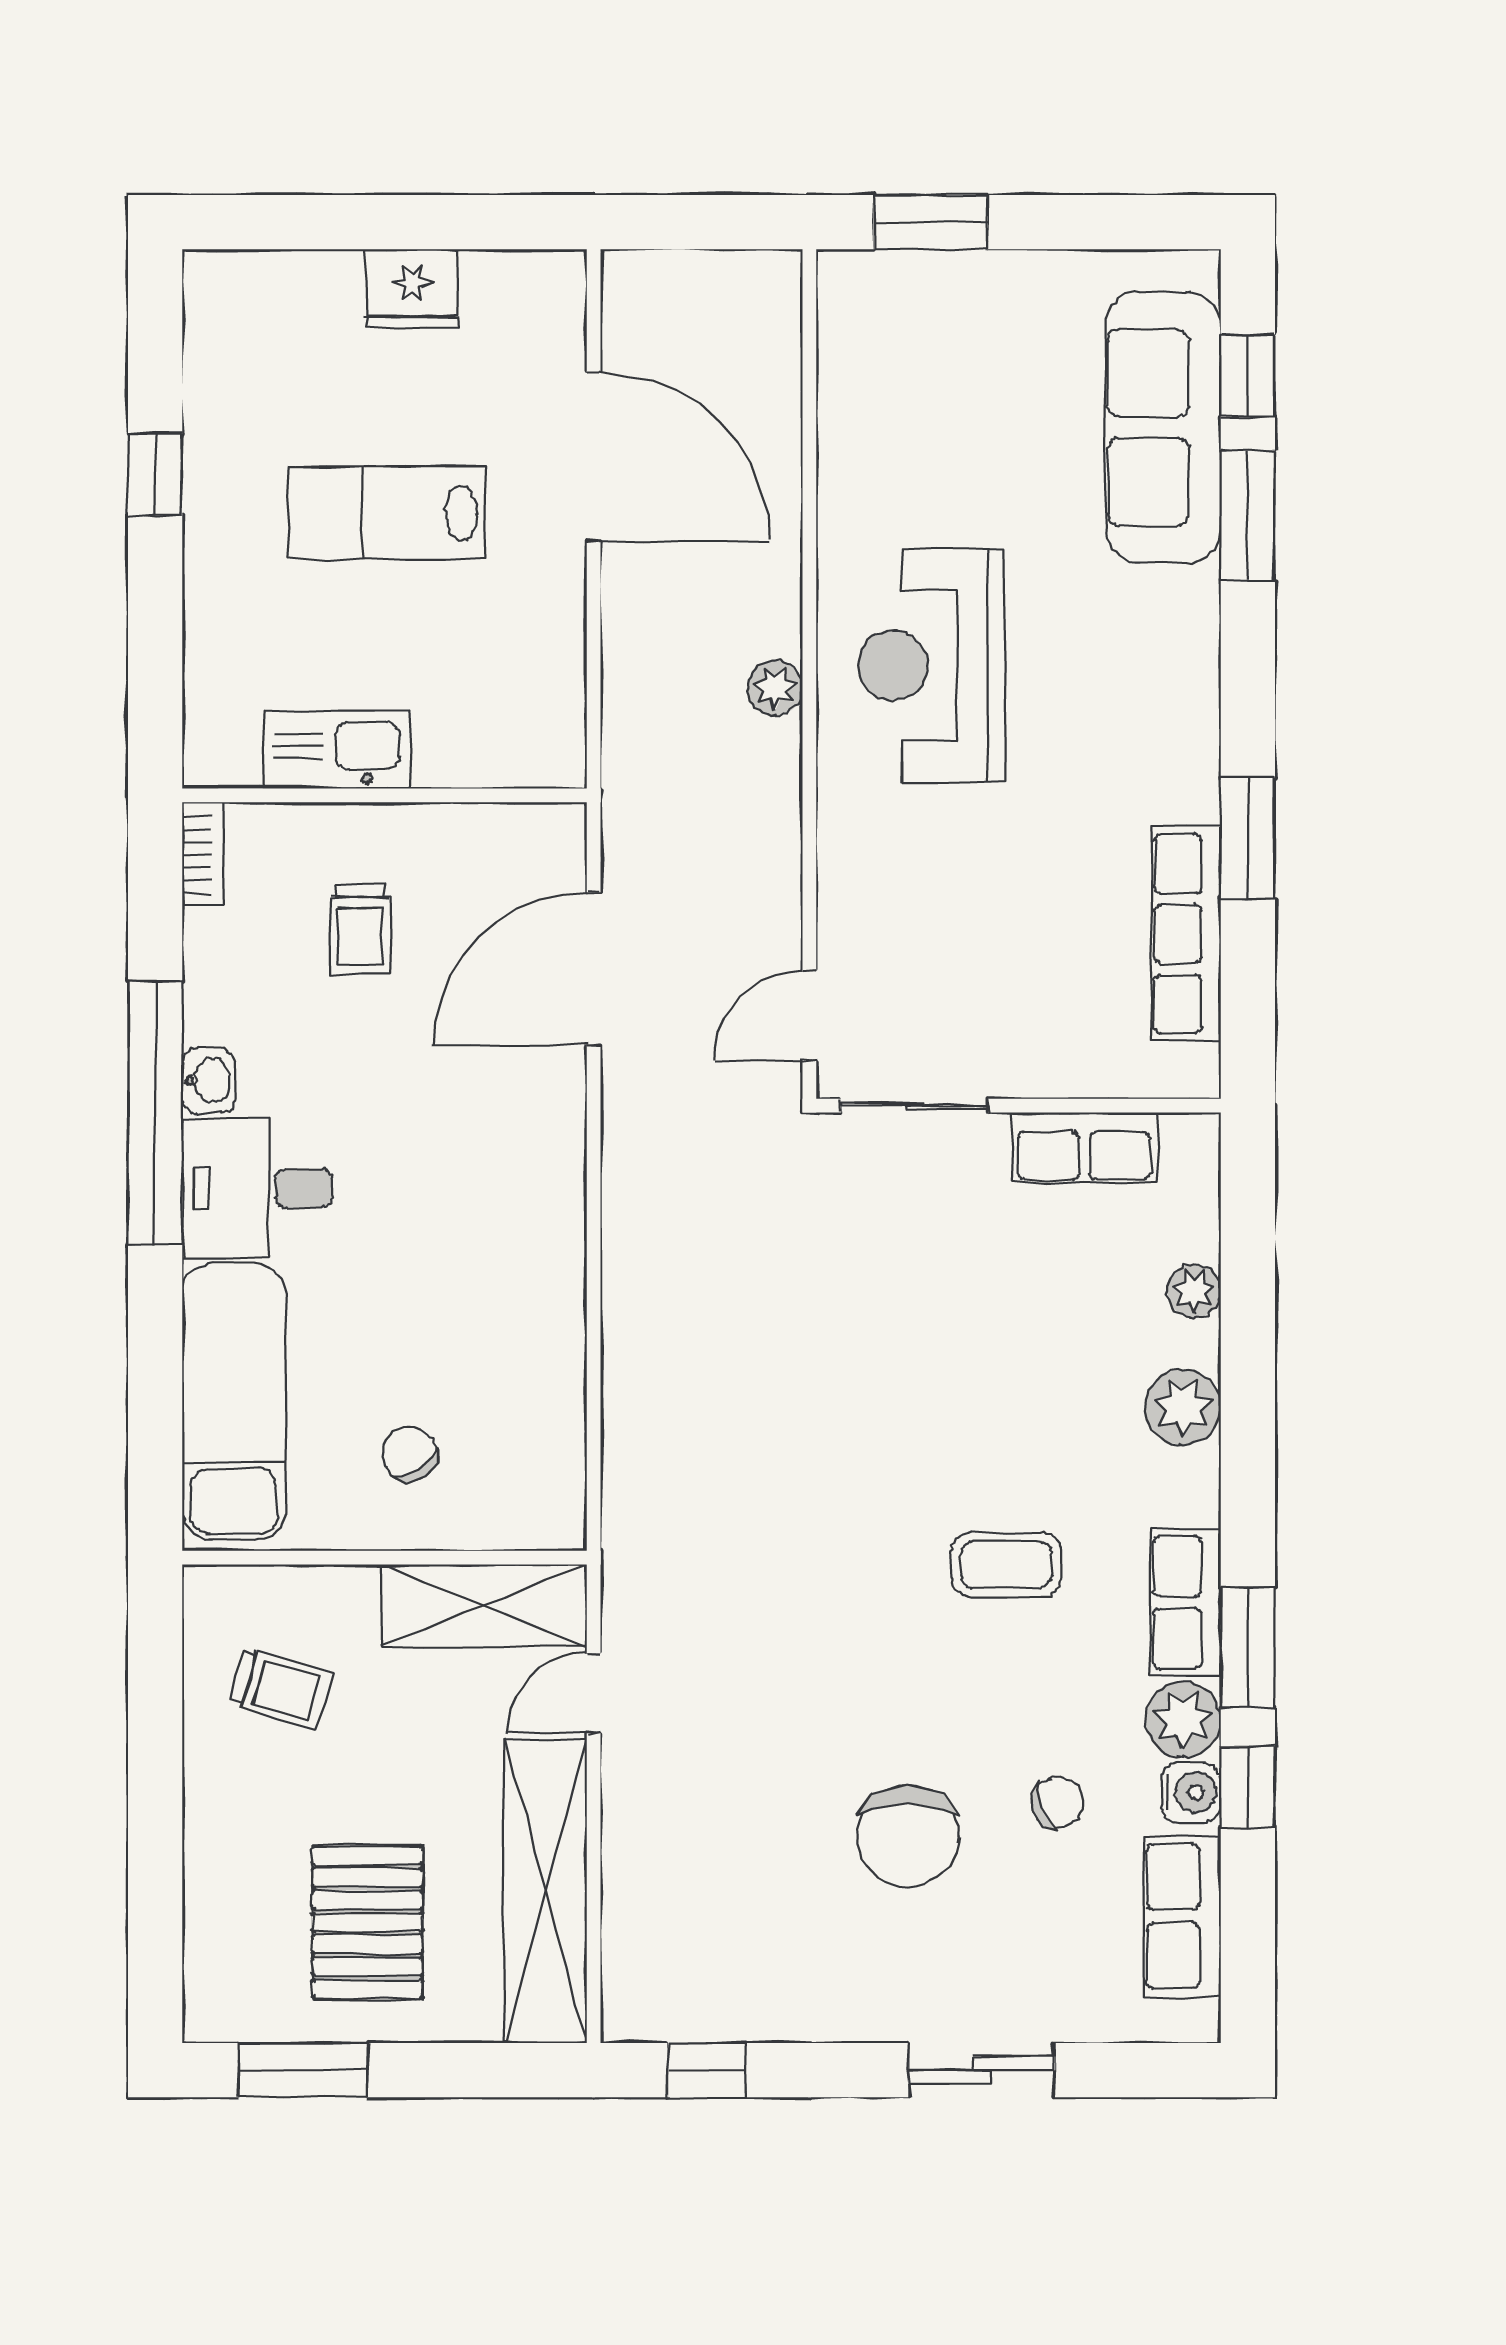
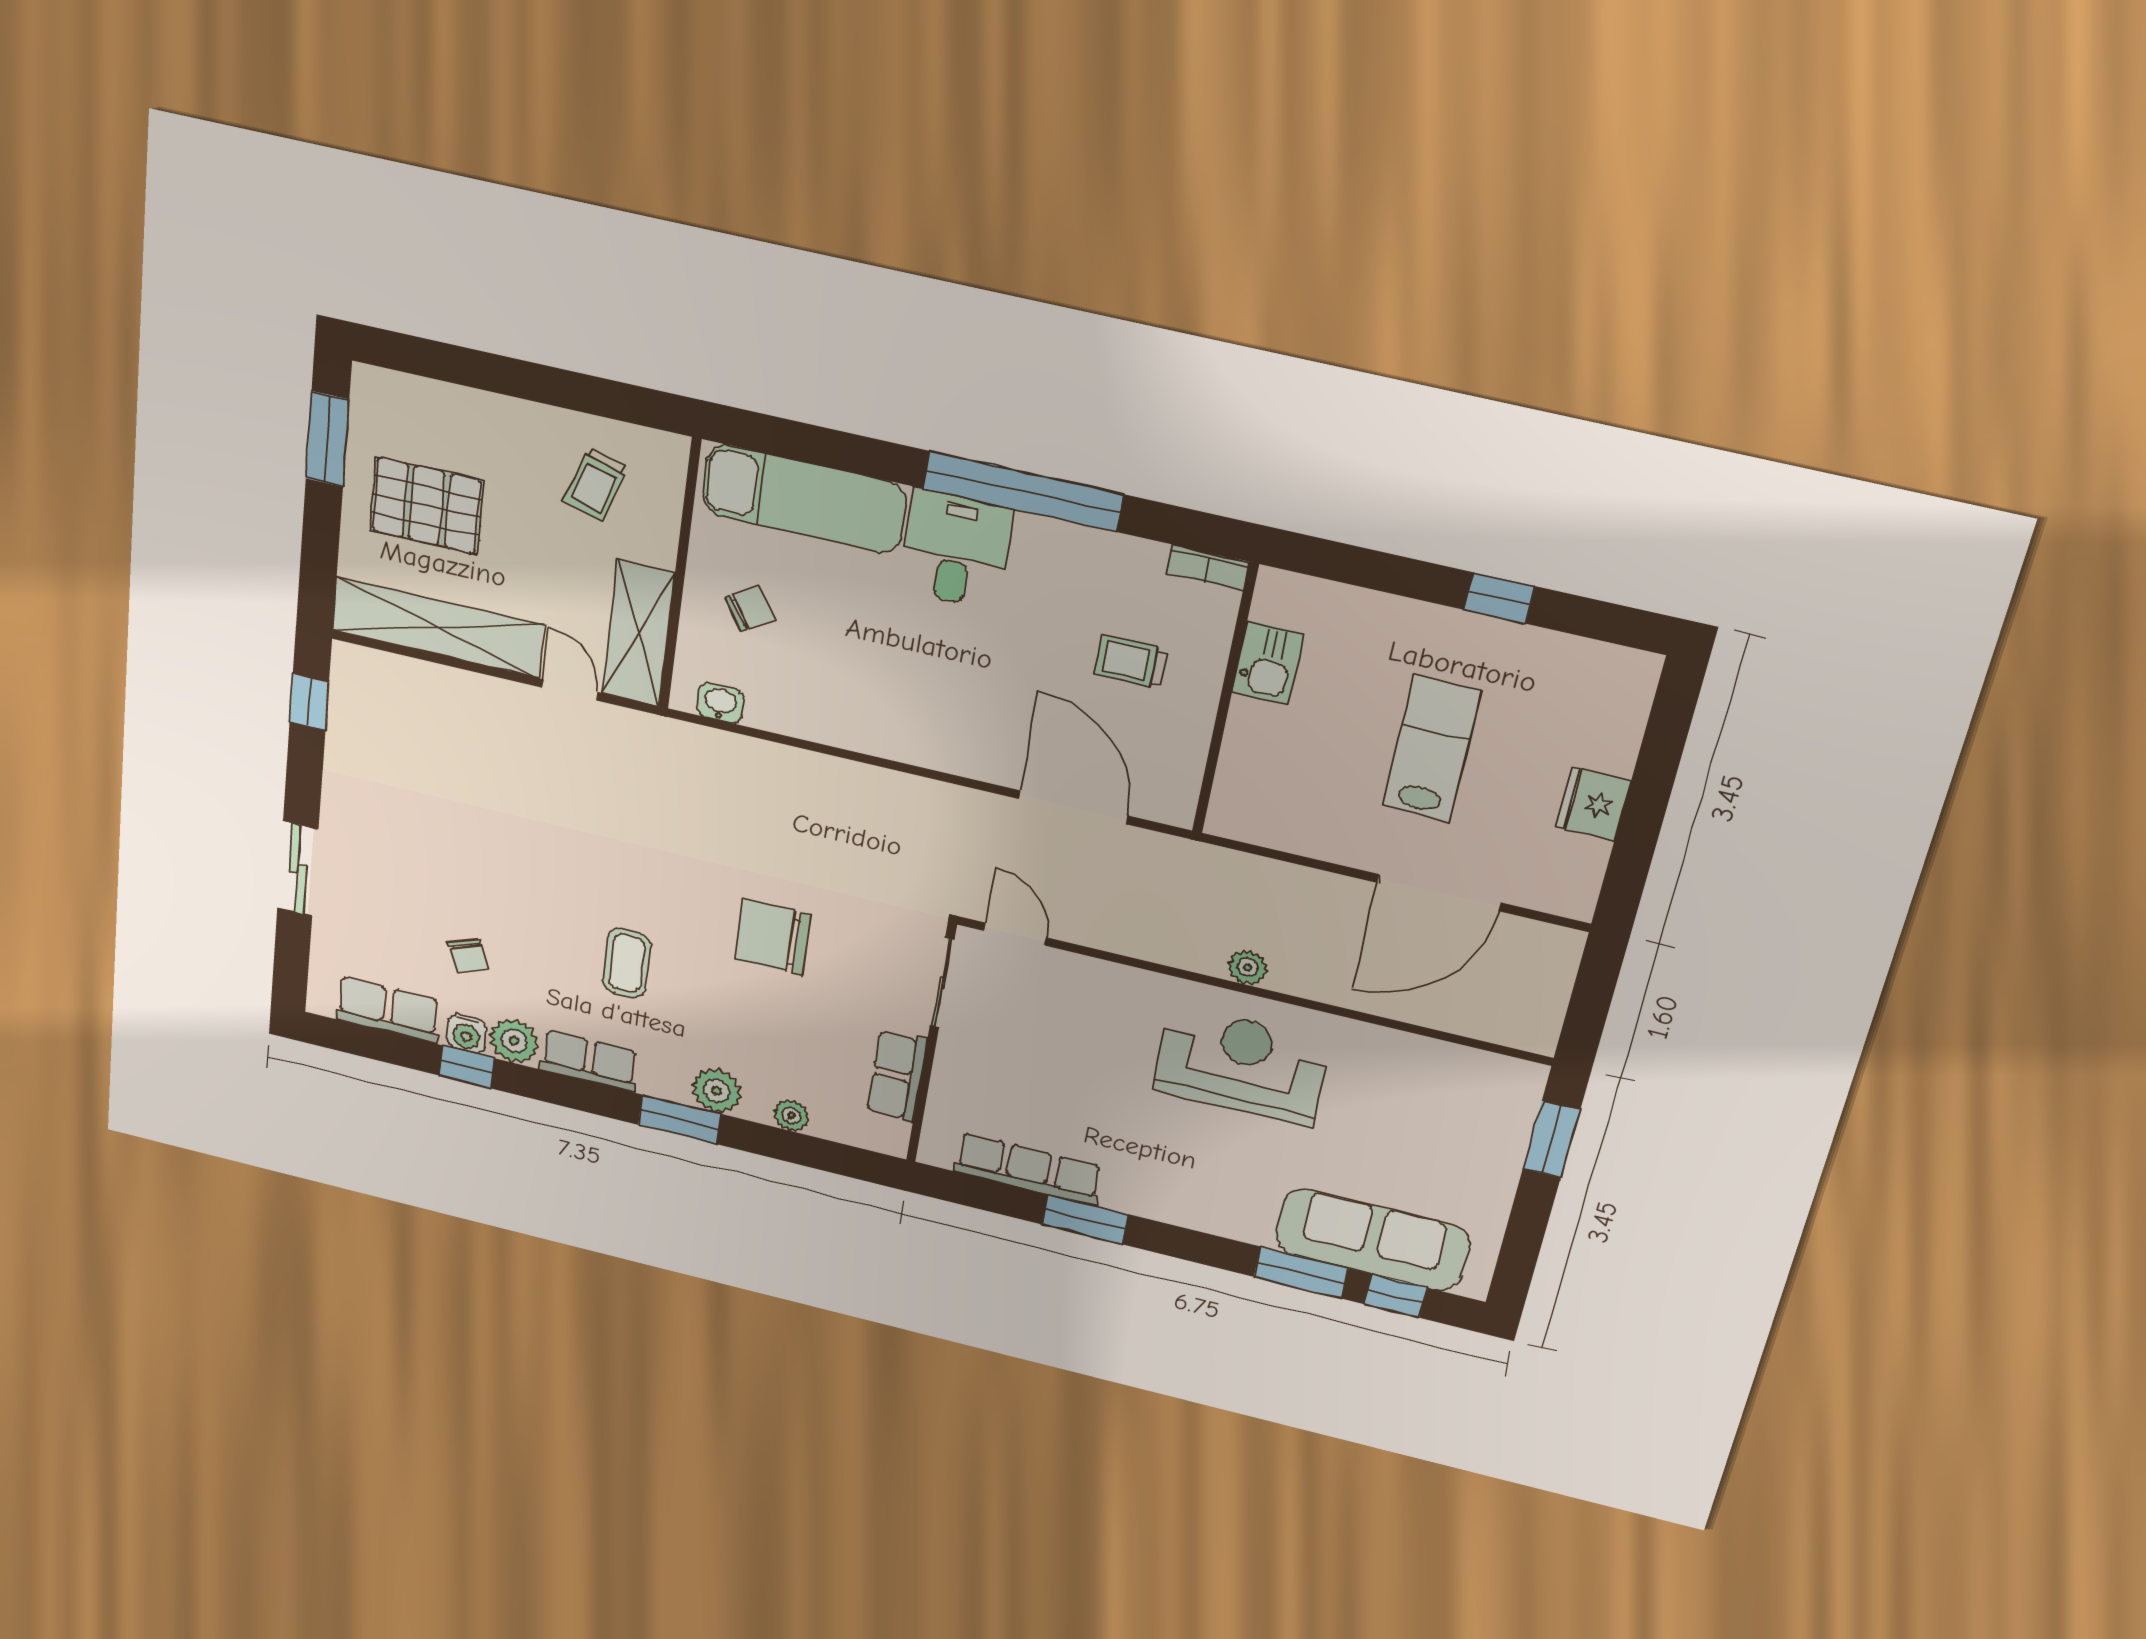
kitchen sink: (338, 750) -> (1268, 663), width x0.73
washbasin: (209, 1081) -> (720, 703), moved, turned 180
window: (1248, 1648) -> (679, 1119), moved
chair: (908, 1836) -> (773, 937), moved

